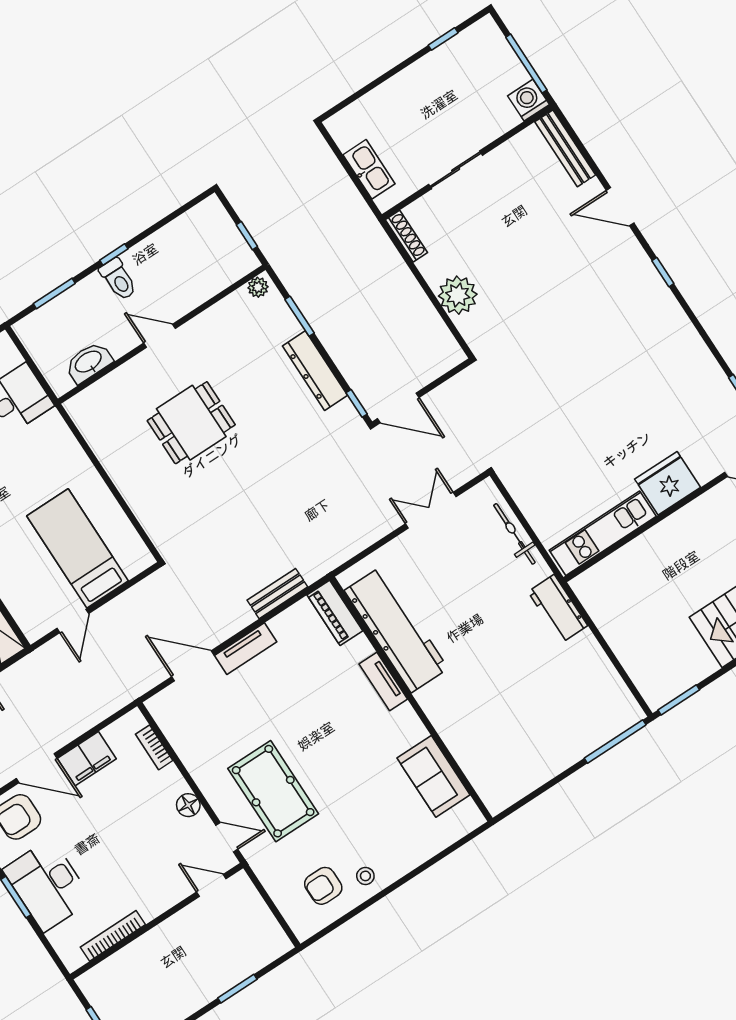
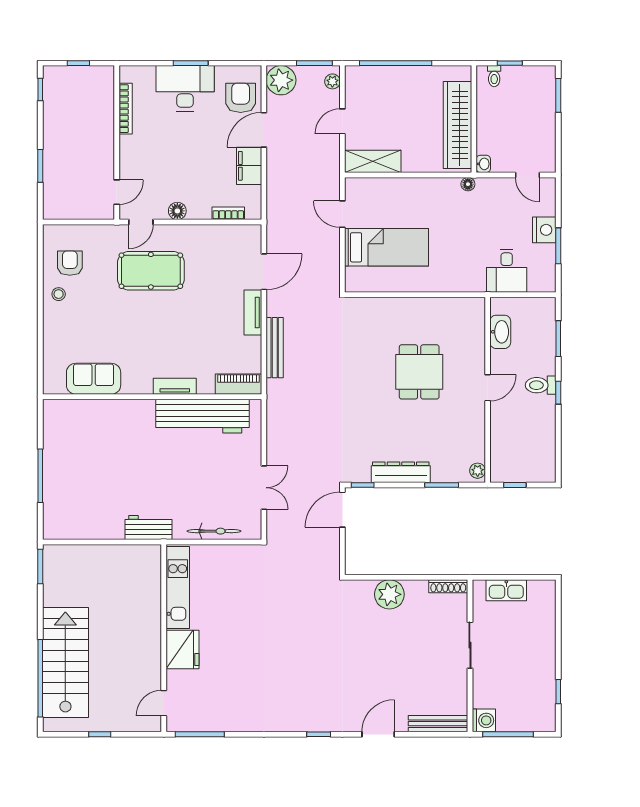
bench: (277, 594) -> (275, 348), width x1.36
window: (615, 742) -> (40, 476), moved

